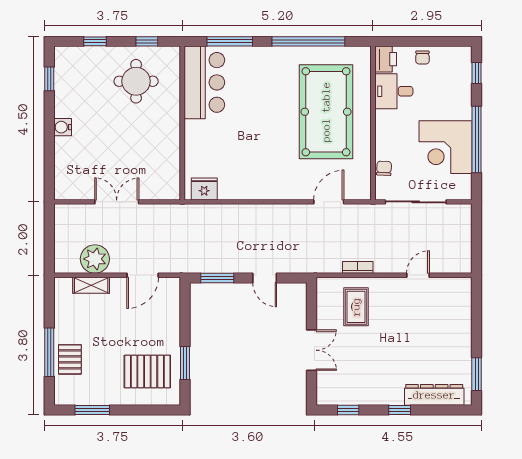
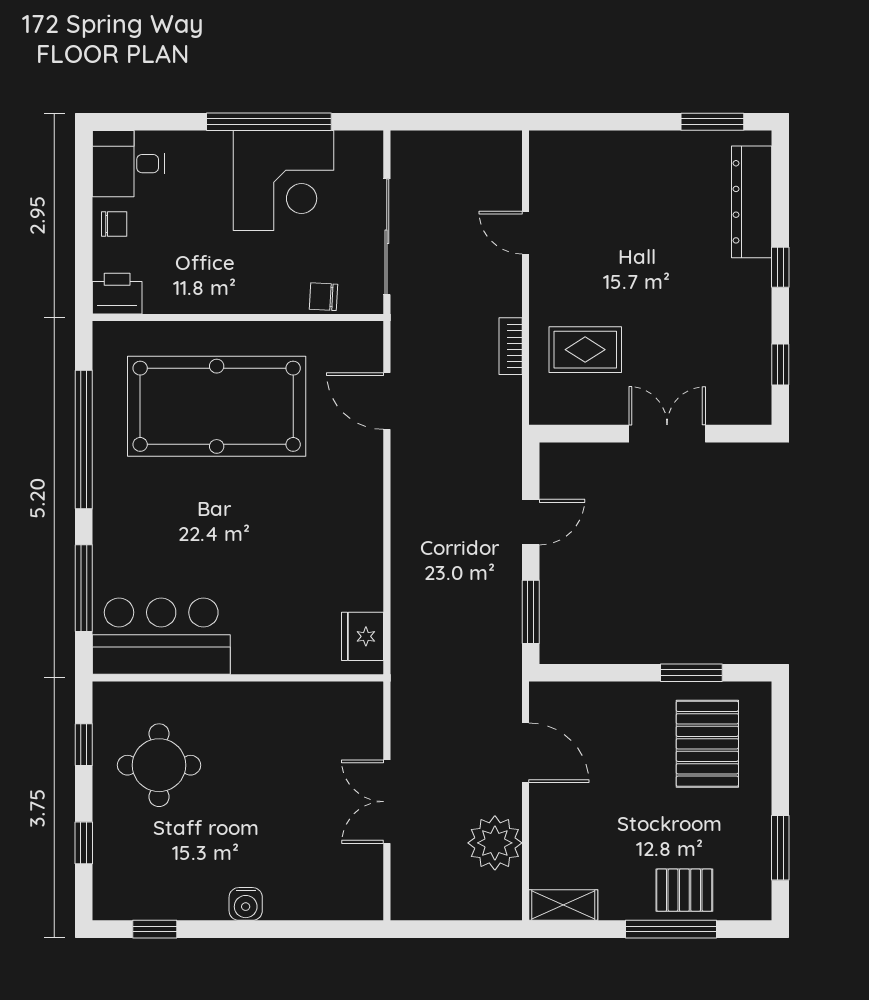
window: (477, 73) -> (143, 122), removed
desk: (394, 91) -> (128, 164), moved, turned 90
shelving: (91, 285) -> (563, 905), moved, turned 90

